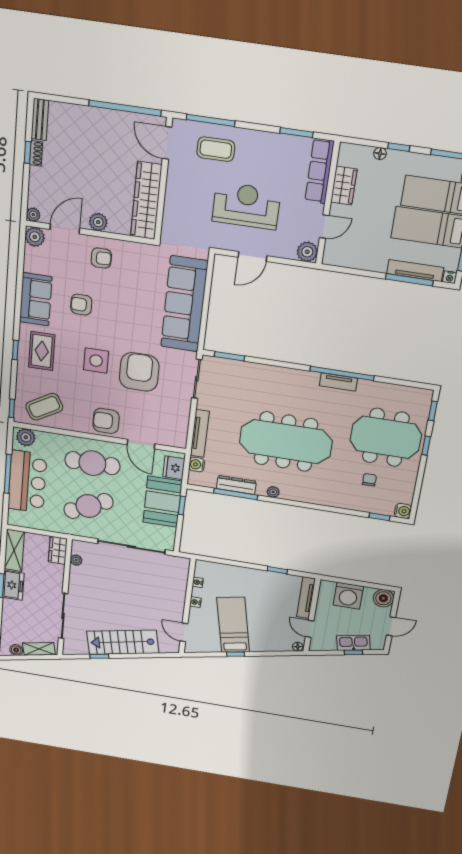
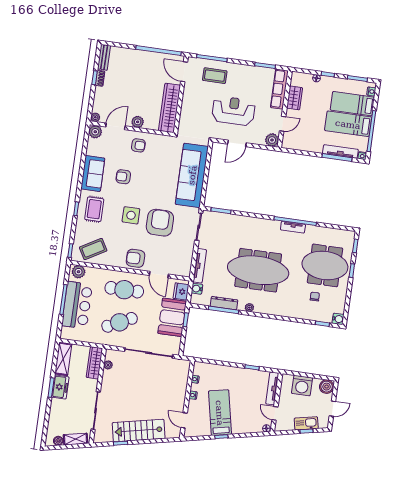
wardrobe: (58, 550) -> (94, 363), width x1.50

